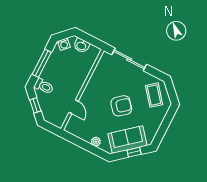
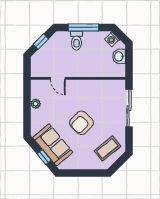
toilet: (44, 86) -> (76, 41), moved
armchair: (121, 106) -> (82, 123), turned 85
door: (74, 107) -> (58, 78), hinge flipped
plant: (96, 142) -> (36, 104), moved

